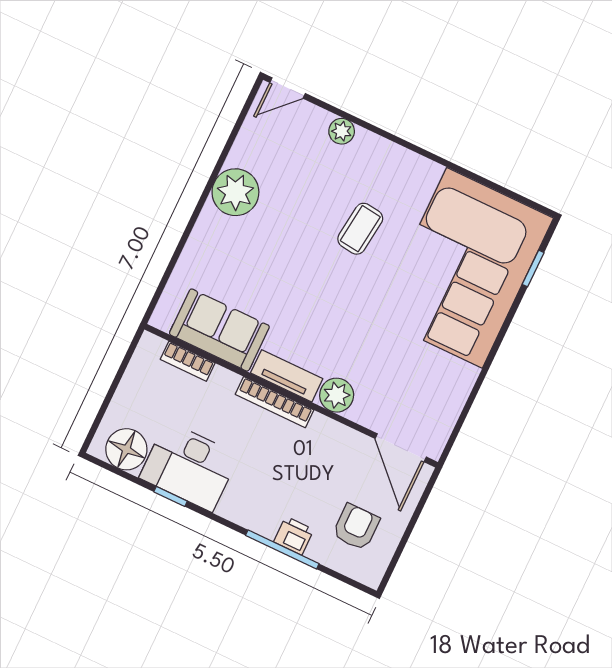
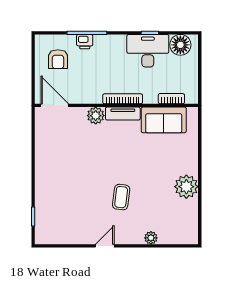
door: (288, 88) -> (105, 246), moved
corner sofa: (464, 268) -> (65, 202), removed

